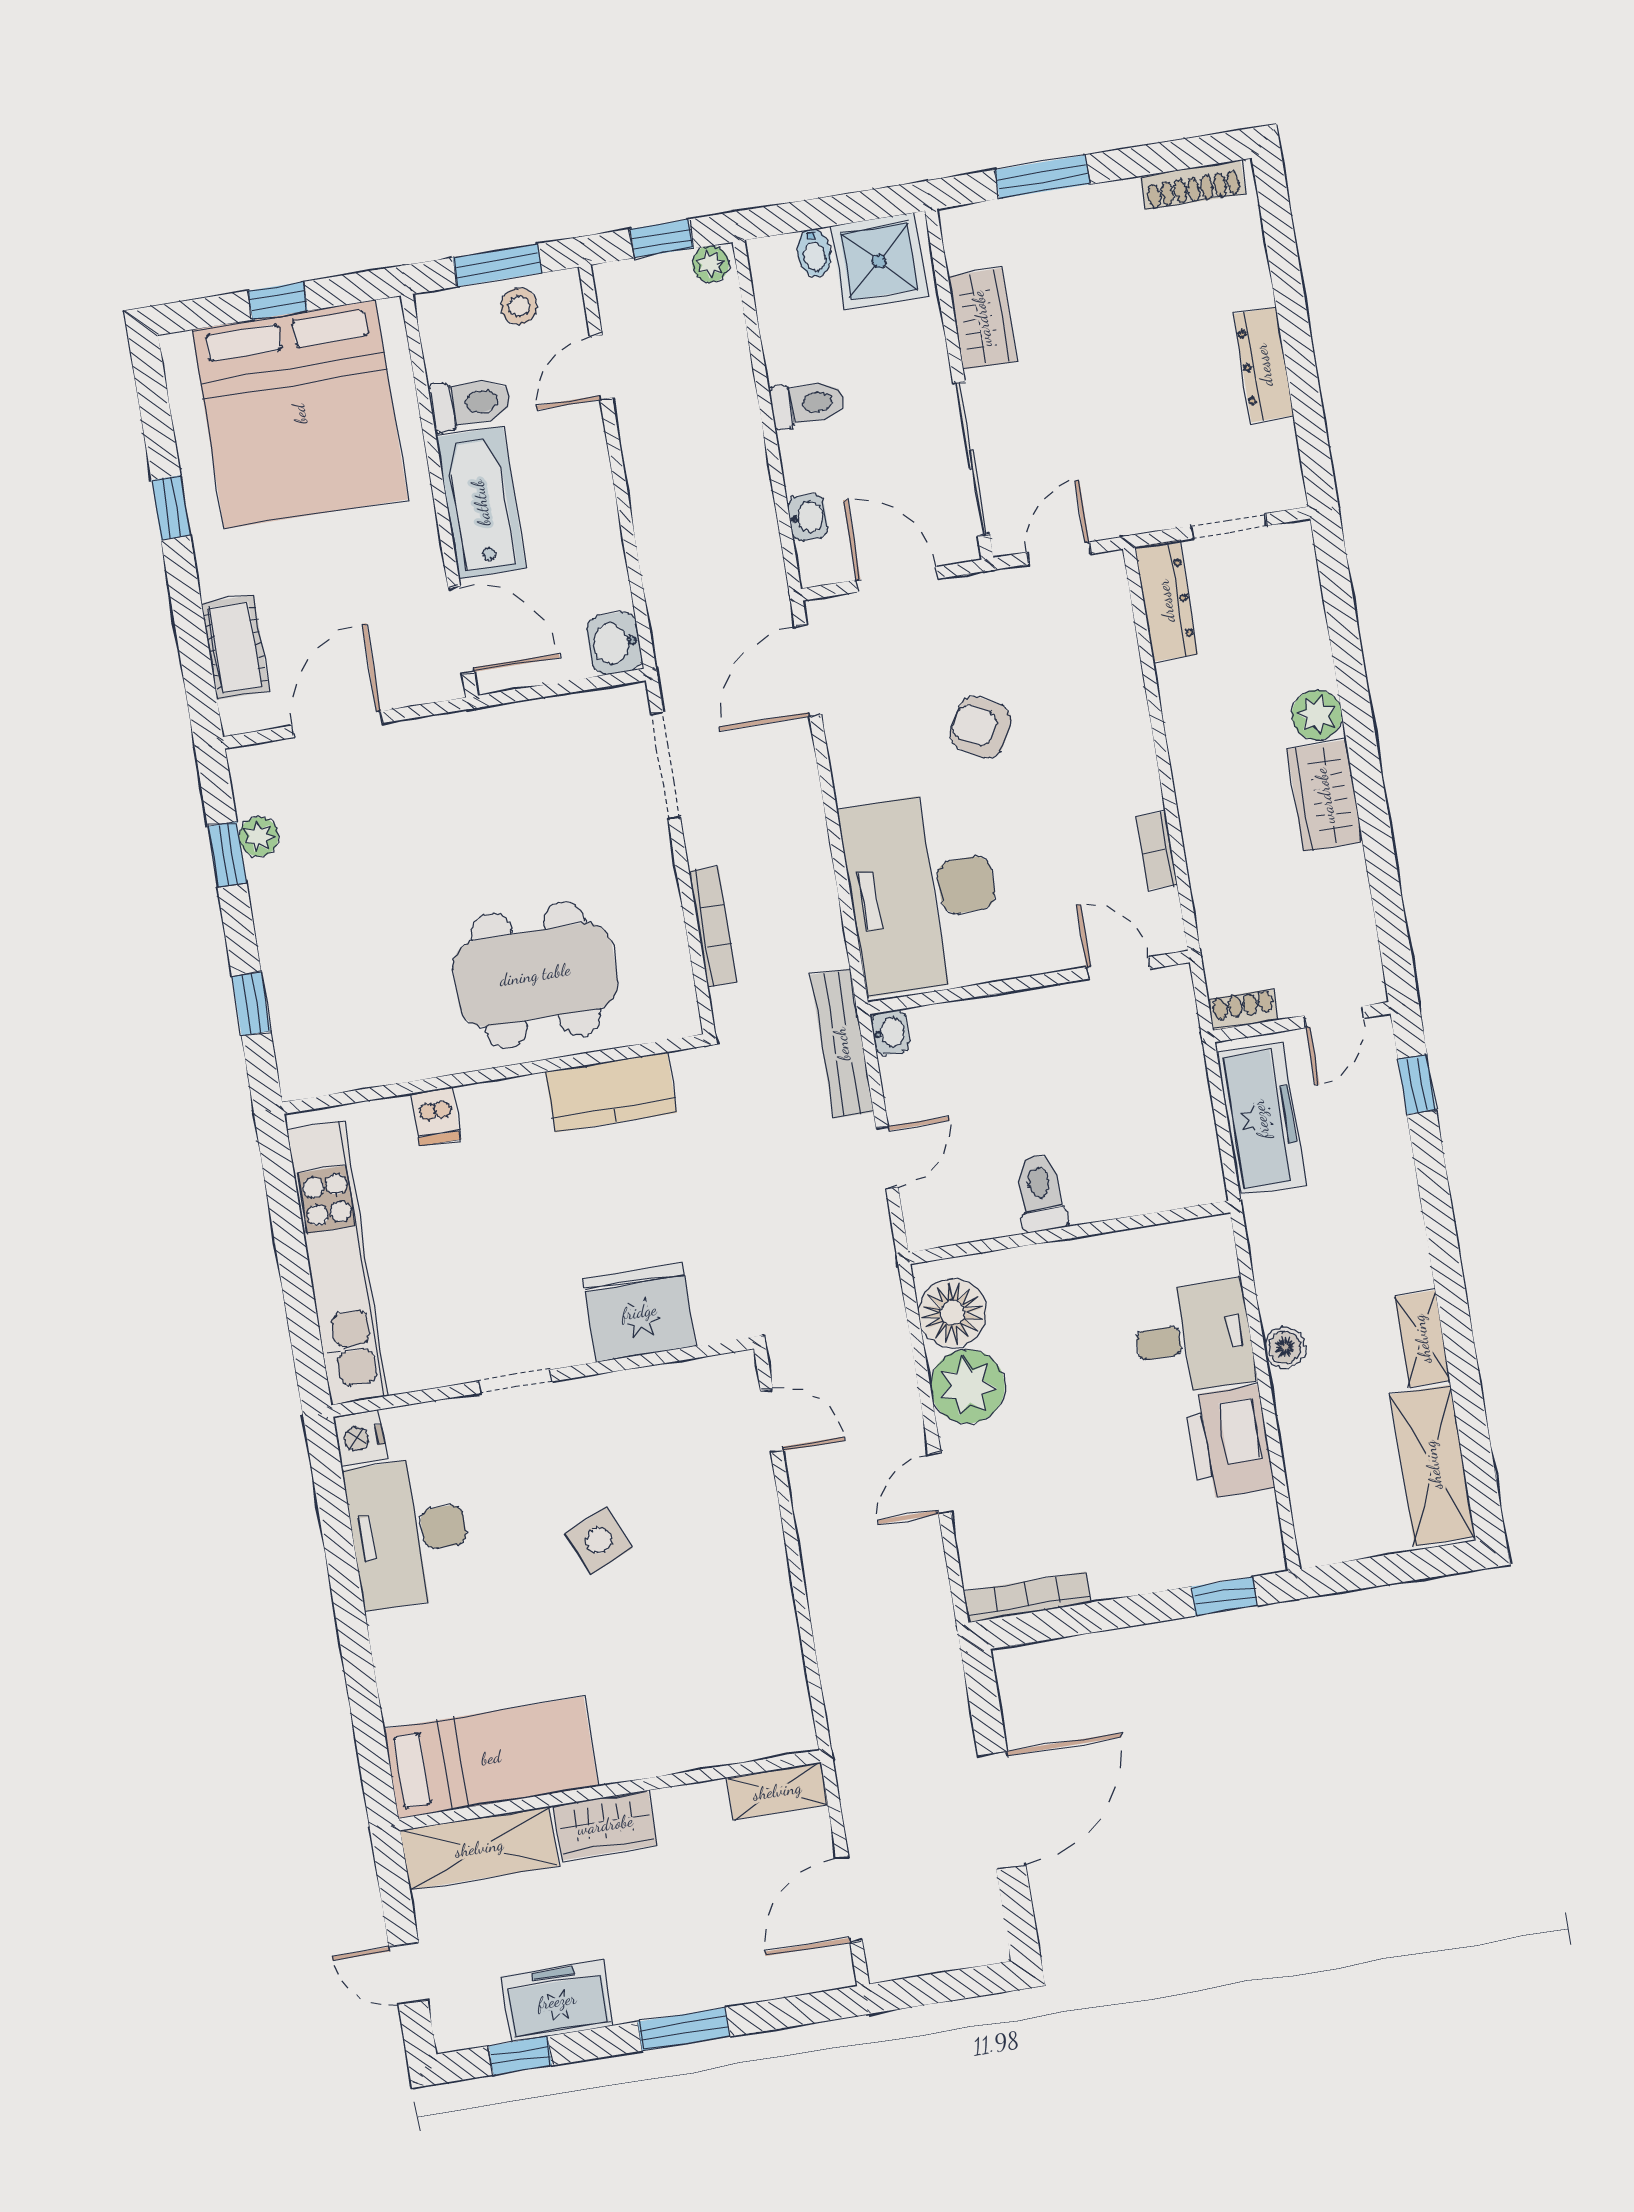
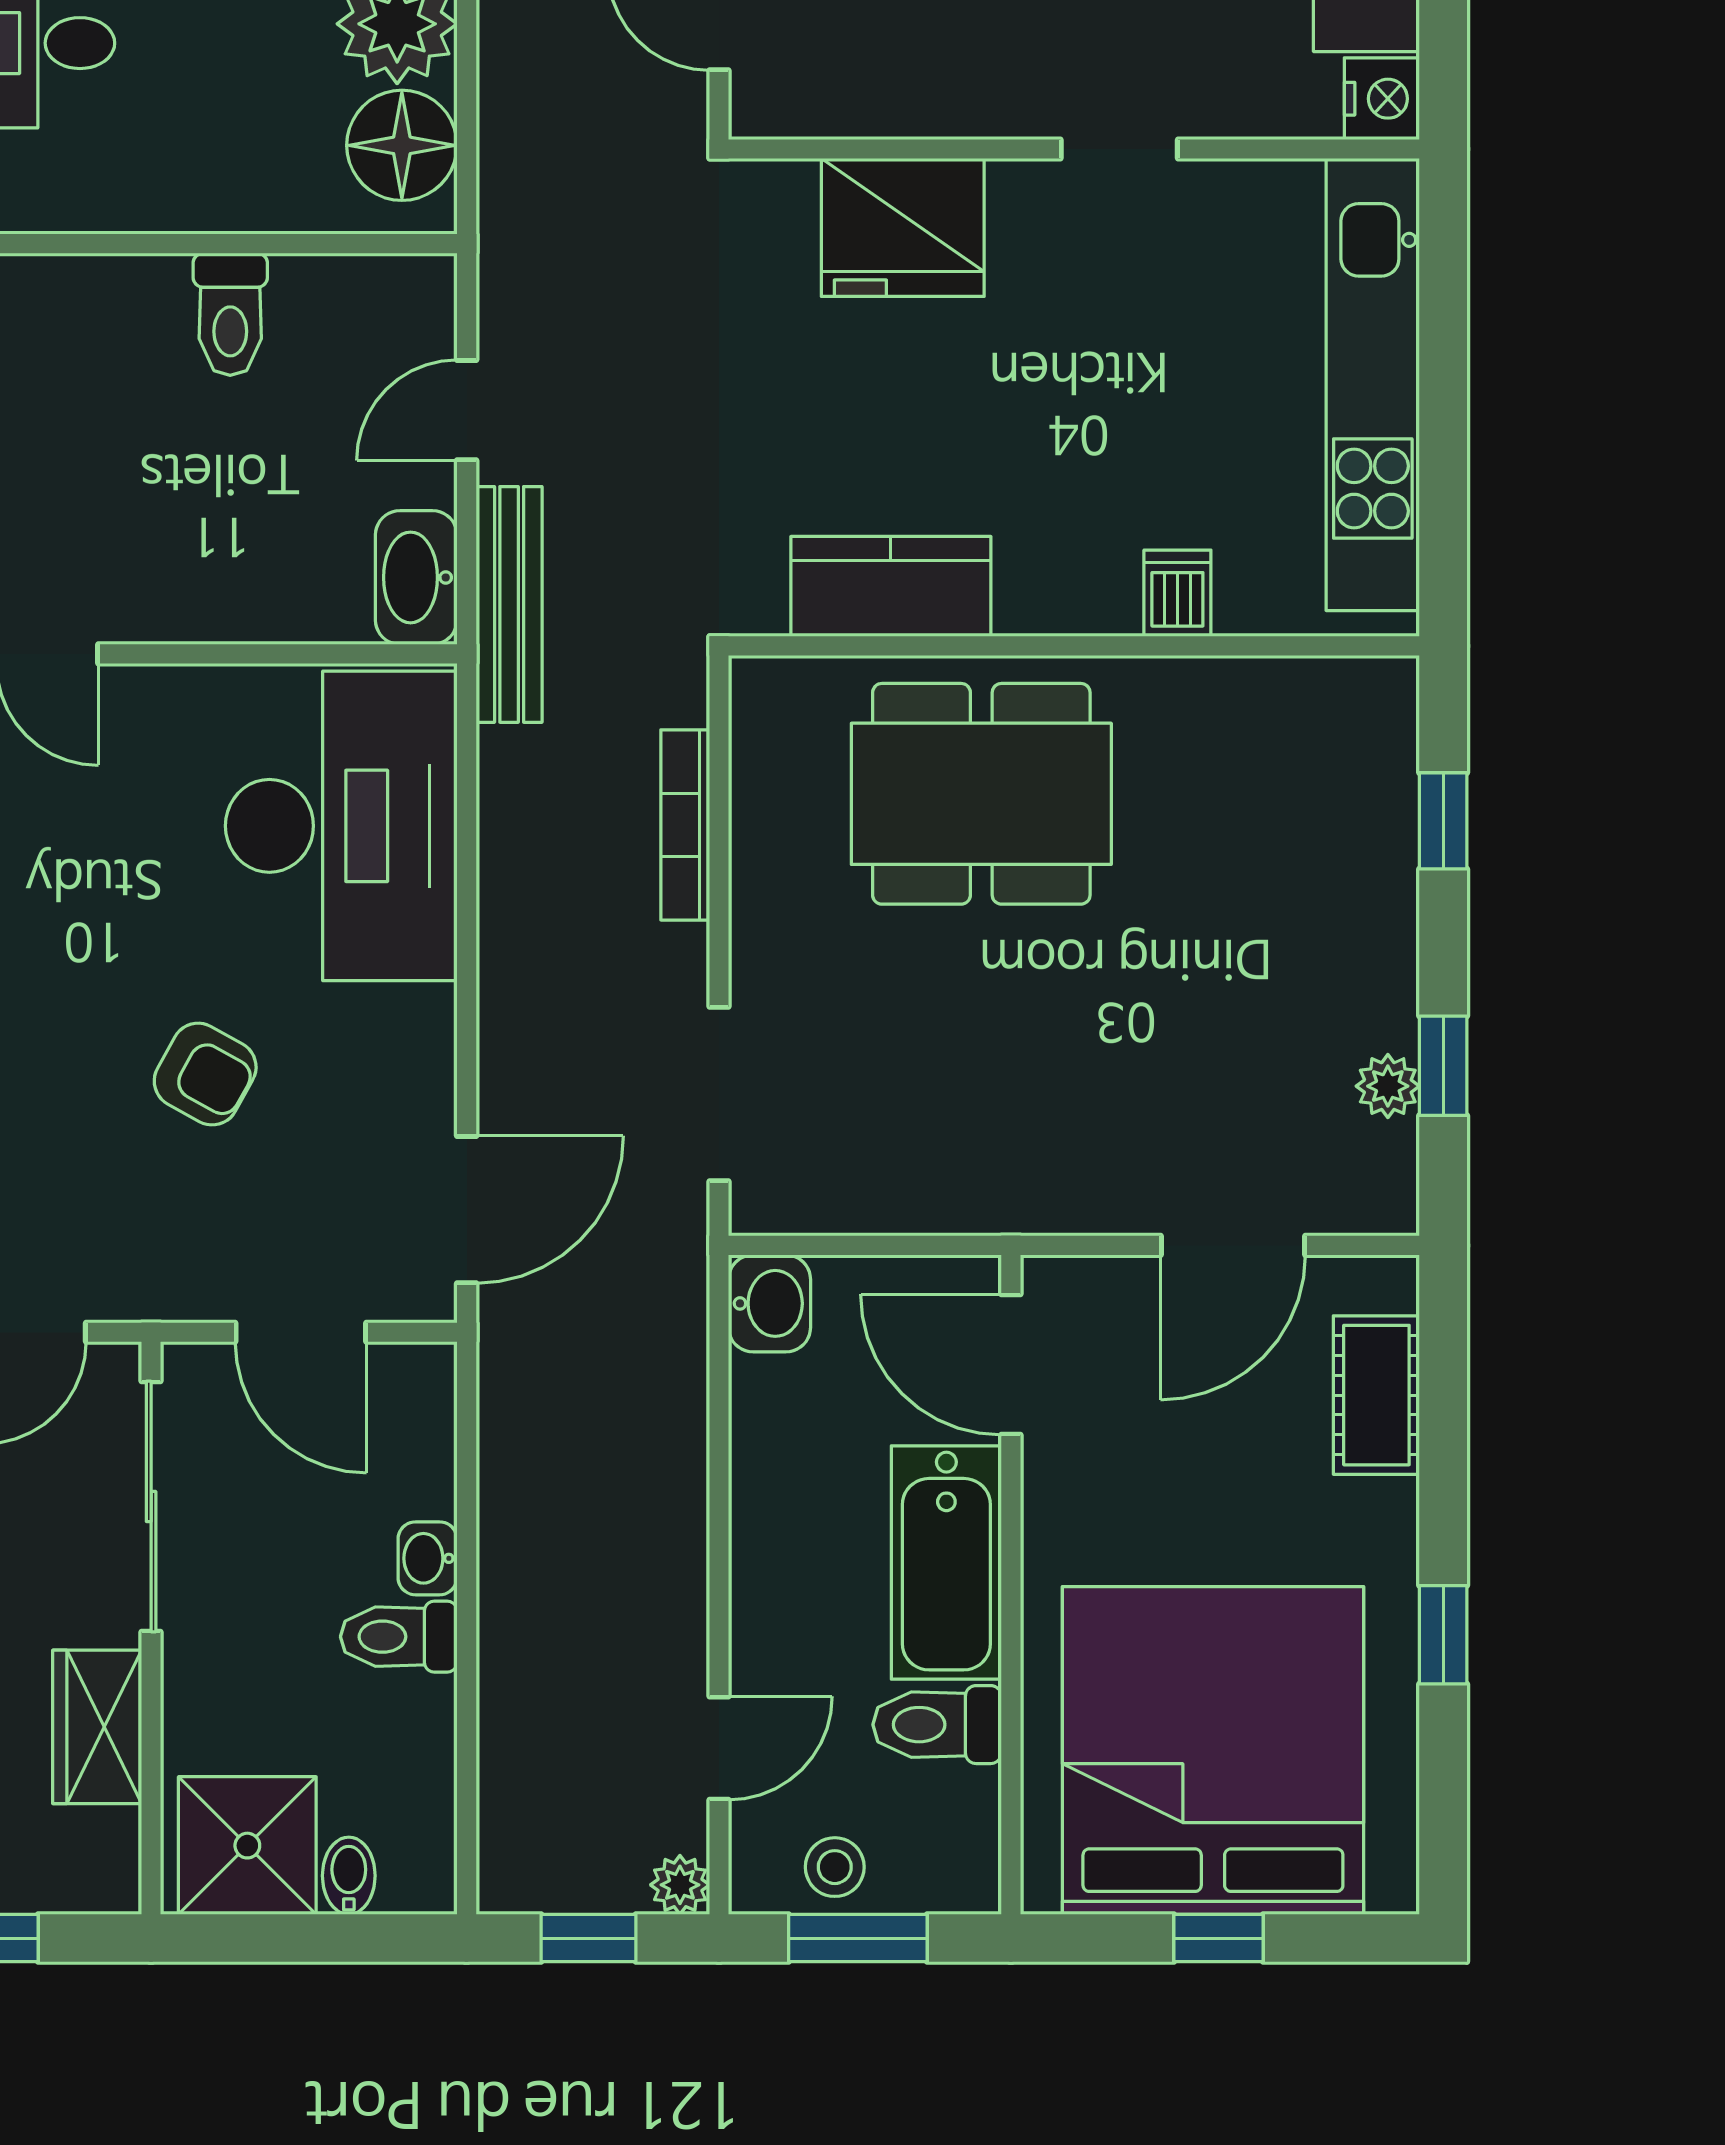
plant: (711, 264) -> (680, 1885), moved
washbasin: (808, 517) -> (428, 1558), moved
washbasin: (890, 1033) -> (416, 577), width x1.91, depth x1.45

